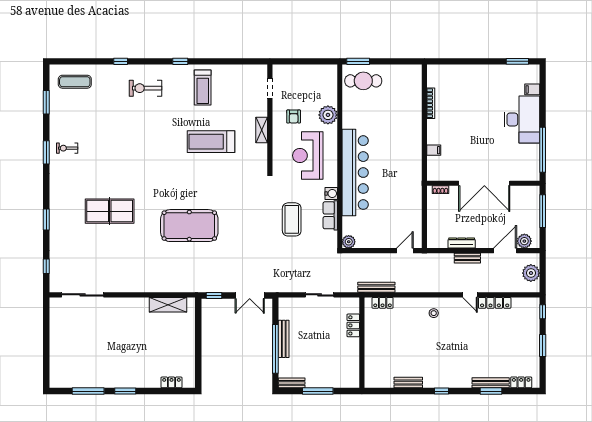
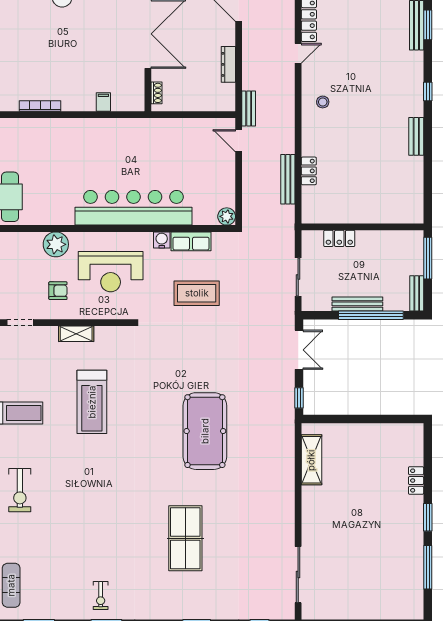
bench: (467, 258) -> (249, 109), moved
sliding door: (320, 295) -> (298, 277), moved
locker: (353, 325) -> (339, 238), moved
wall: (362, 343) -> (362, 227), moved
locker: (171, 382) -> (416, 481), moved

